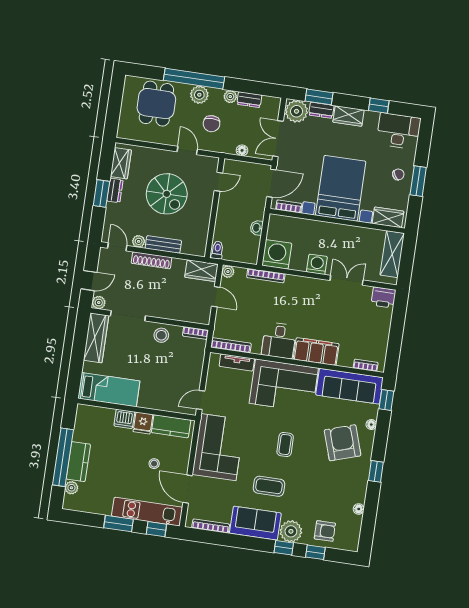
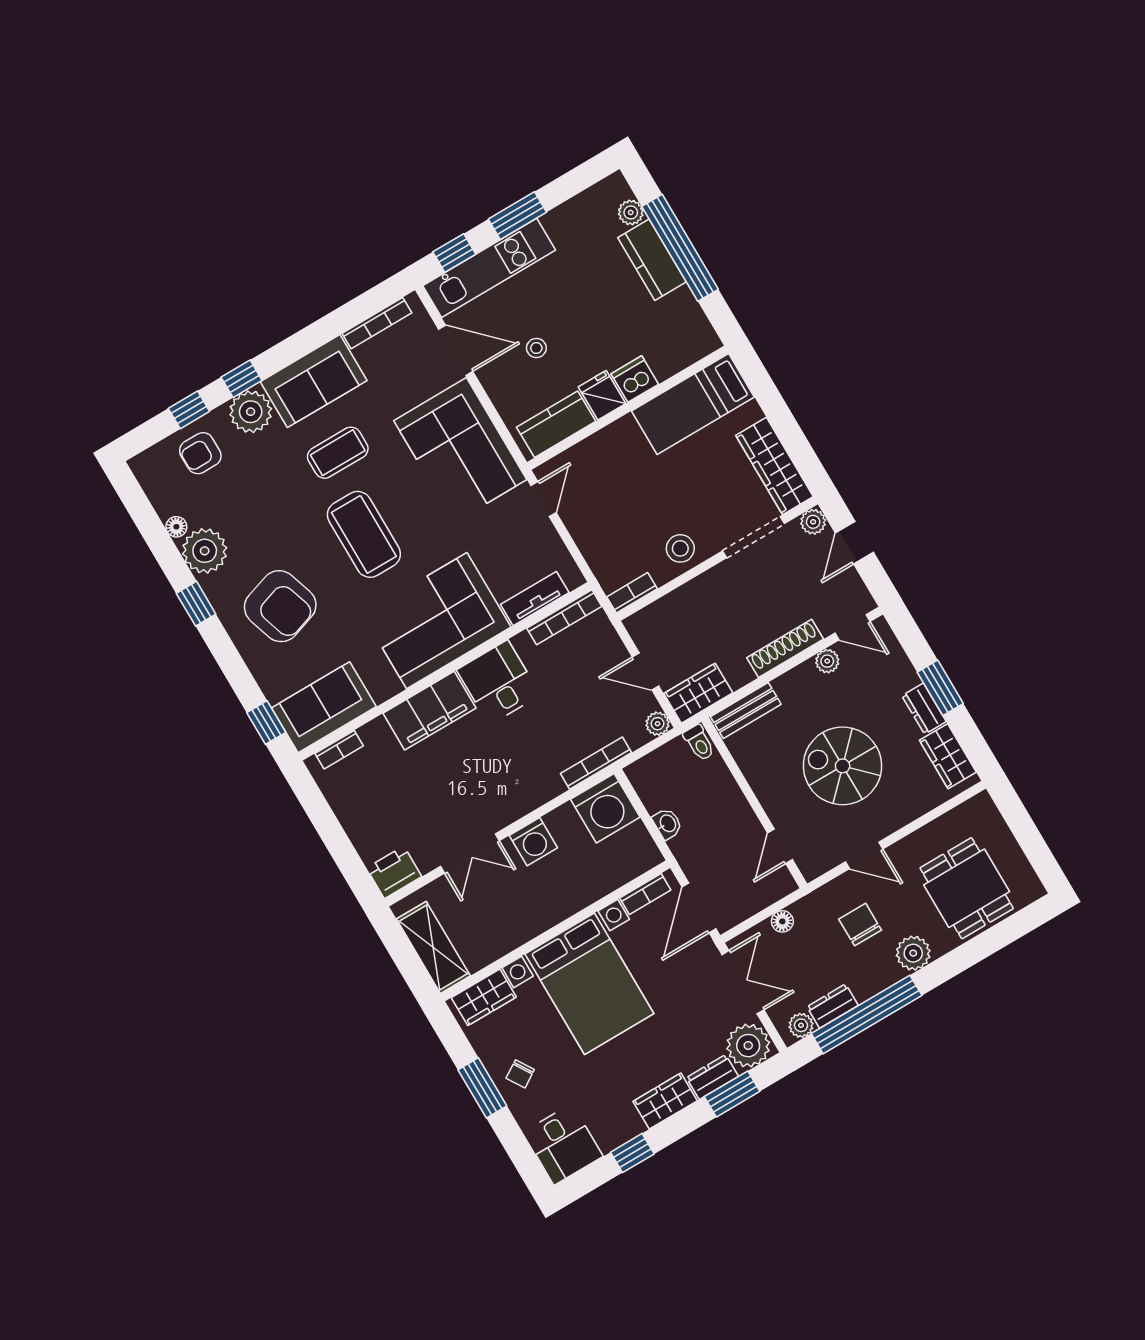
window: (194, 79) -> (867, 1014), moved
plant: (230, 97) -> (801, 1025), moved
desk: (399, 131) -> (563, 1144), width x0.73
bench: (163, 244) -> (746, 710), moved
sofa: (350, 386) -> (324, 707), width x0.73
floor lamp: (371, 425) -> (259, 668), removed
coffee table: (285, 445) -> (364, 534), width x1.86, depth x1.72
plant: (355, 490) -> (205, 551), added

